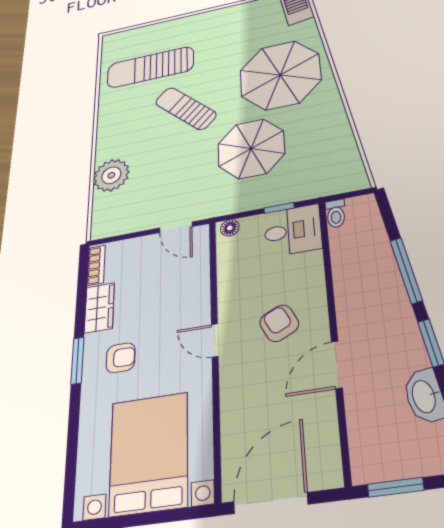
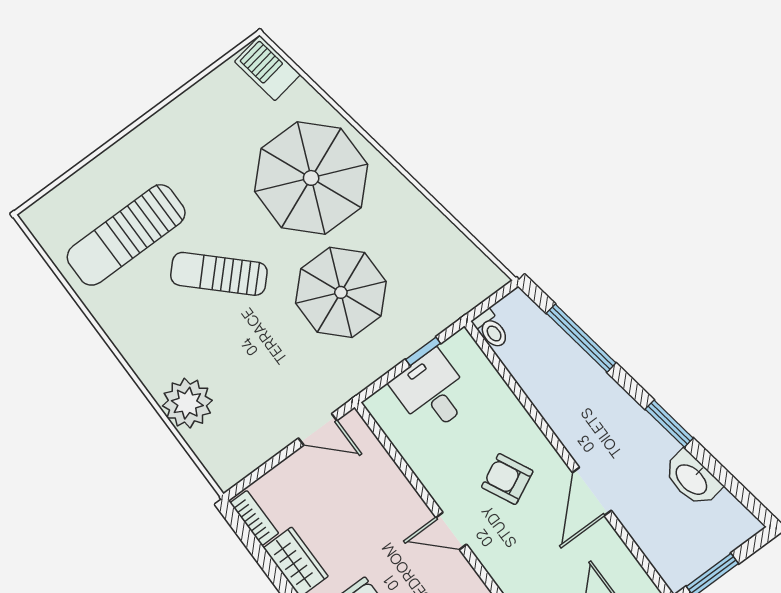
floor lamp: (230, 228) -> (382, 401), removed
desk: (293, 231) -> (432, 392), moved, turned -90
window: (406, 270) -> (581, 338), moved

